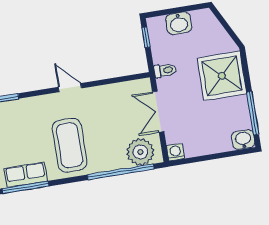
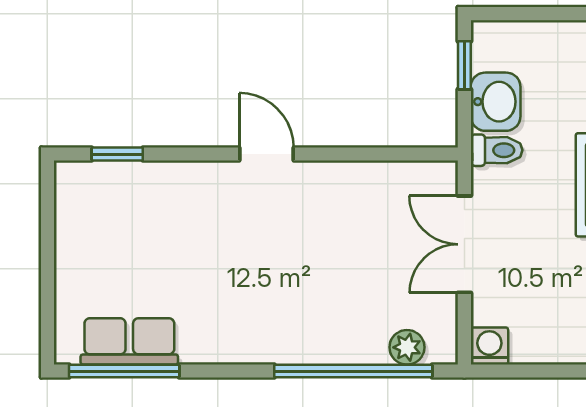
washbasin: (179, 23) -> (496, 102), moved, turned -90
coffee table: (69, 145) -> (243, 289), removed
plant: (140, 152) -> (407, 347), width x0.53, depth x0.53

